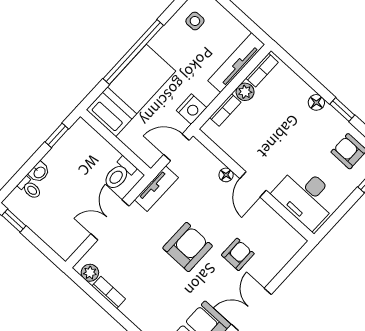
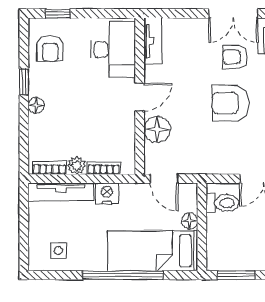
nightstand: (191, 109) -> (107, 193), moved
window: (57, 135) -> (236, 275), width x1.50
floor lamp: (128, 138) -> (190, 221), added
floor lamp: (226, 175) -> (157, 129), width x1.89, depth x1.89
tv unit: (156, 189) -> (153, 41), moved, turned 90
armchair: (238, 254) -> (235, 57), moved

